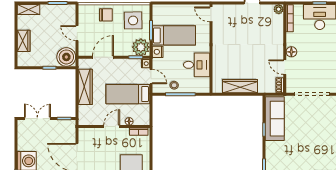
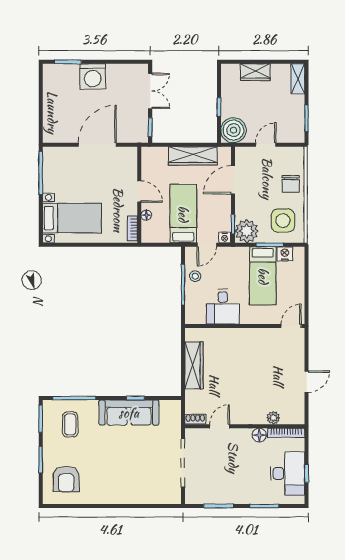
plant: (279, 9) -> (273, 418), moved
nightstand: (158, 52) -> (285, 254), moved
floor lamp: (291, 52) -> (259, 435), moved
door: (103, 57) -> (233, 180), swing flipped
sofa: (275, 119) -> (129, 413), moved

